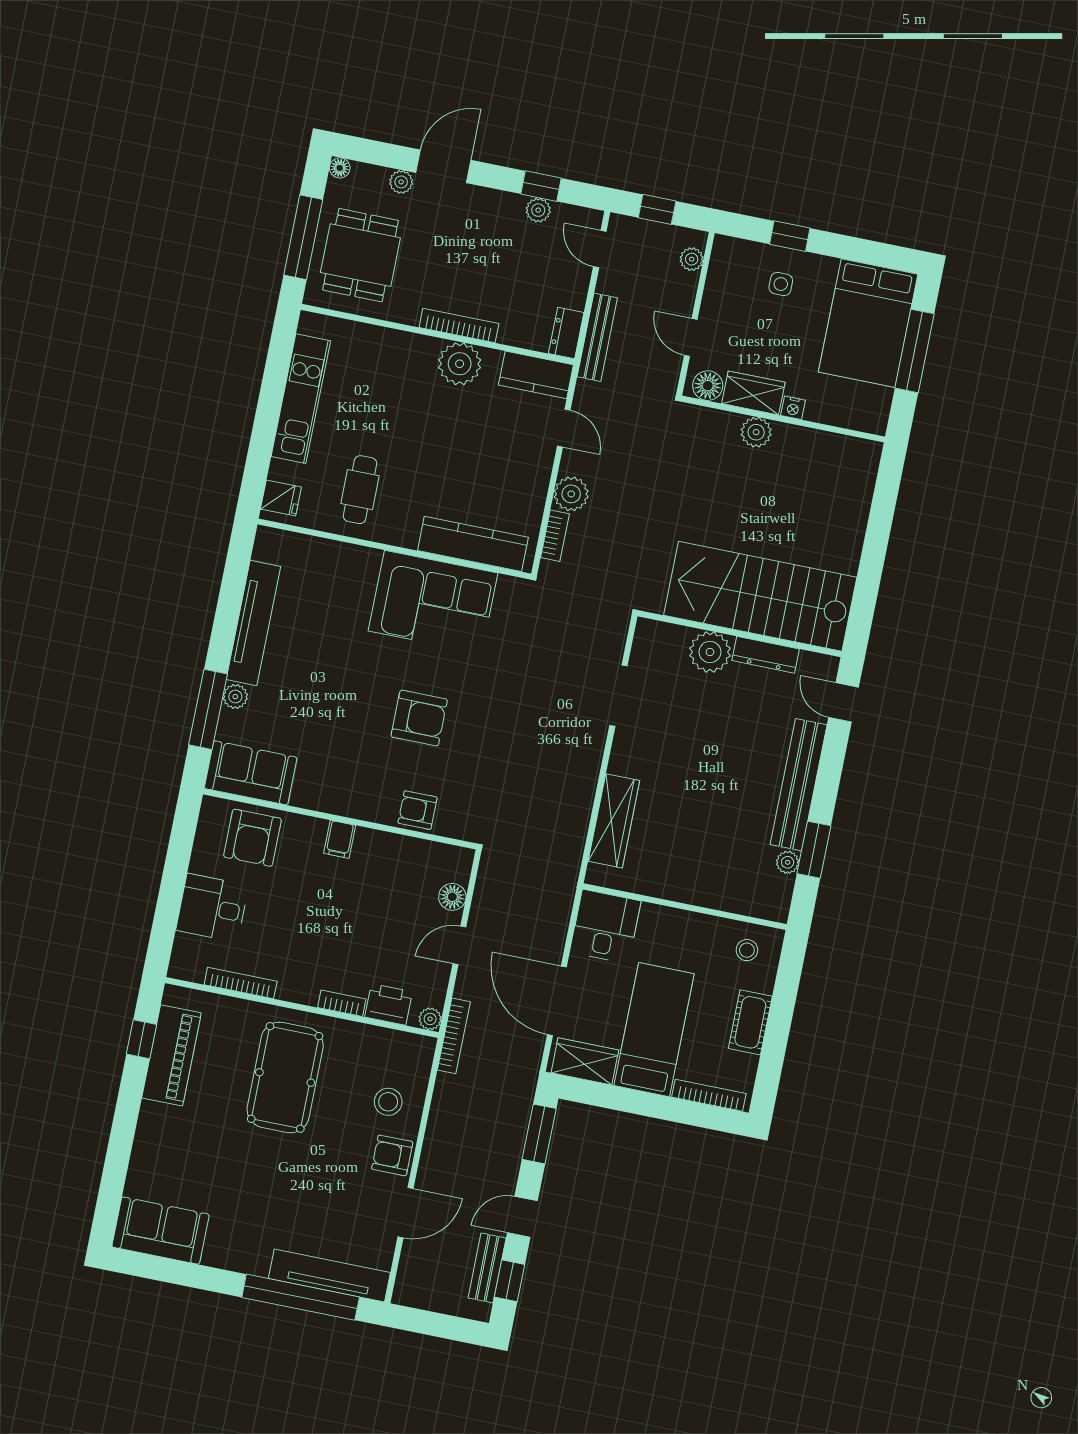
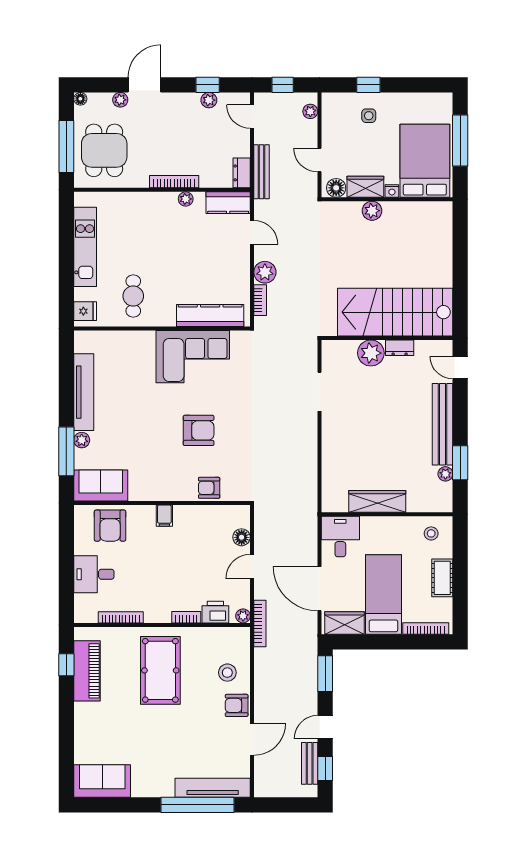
bed: (868, 323) -> (425, 161), moved, turned 180
plant: (460, 364) -> (186, 199), width x0.53, depth x0.53
dresser: (766, 655) -> (400, 348), width x0.70
wardrobe: (614, 821) -> (377, 501), moved, turned -90

